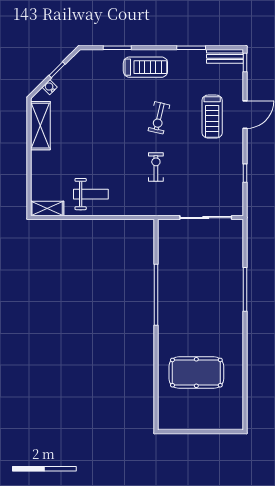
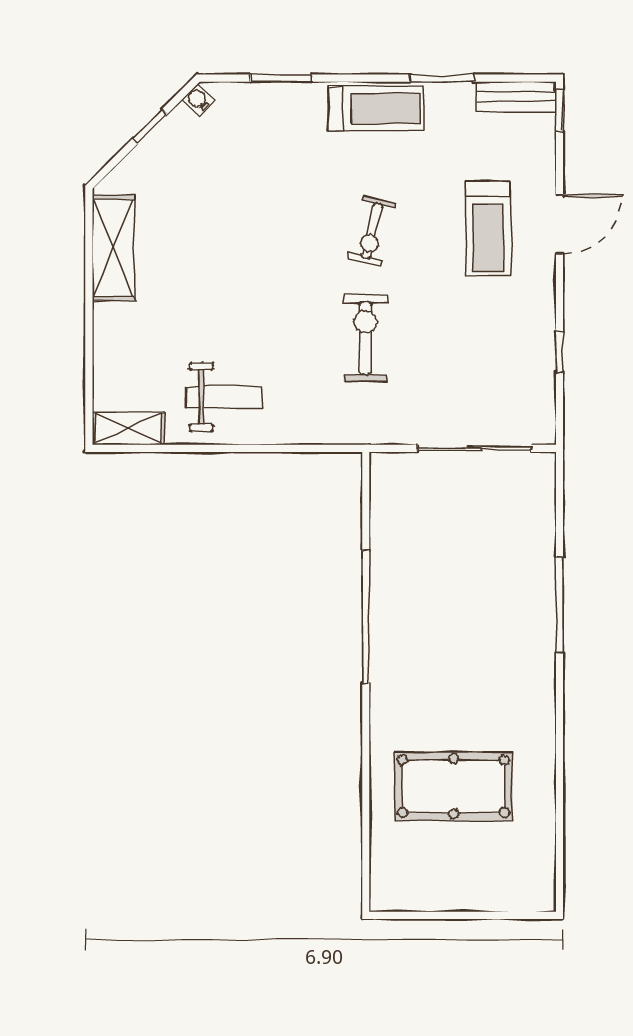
treadmill: (145, 67) -> (376, 108), moved
water cooler: (50, 87) -> (198, 100), moved
exercise bike: (156, 167) -> (365, 338), width x1.38, depth x1.39

